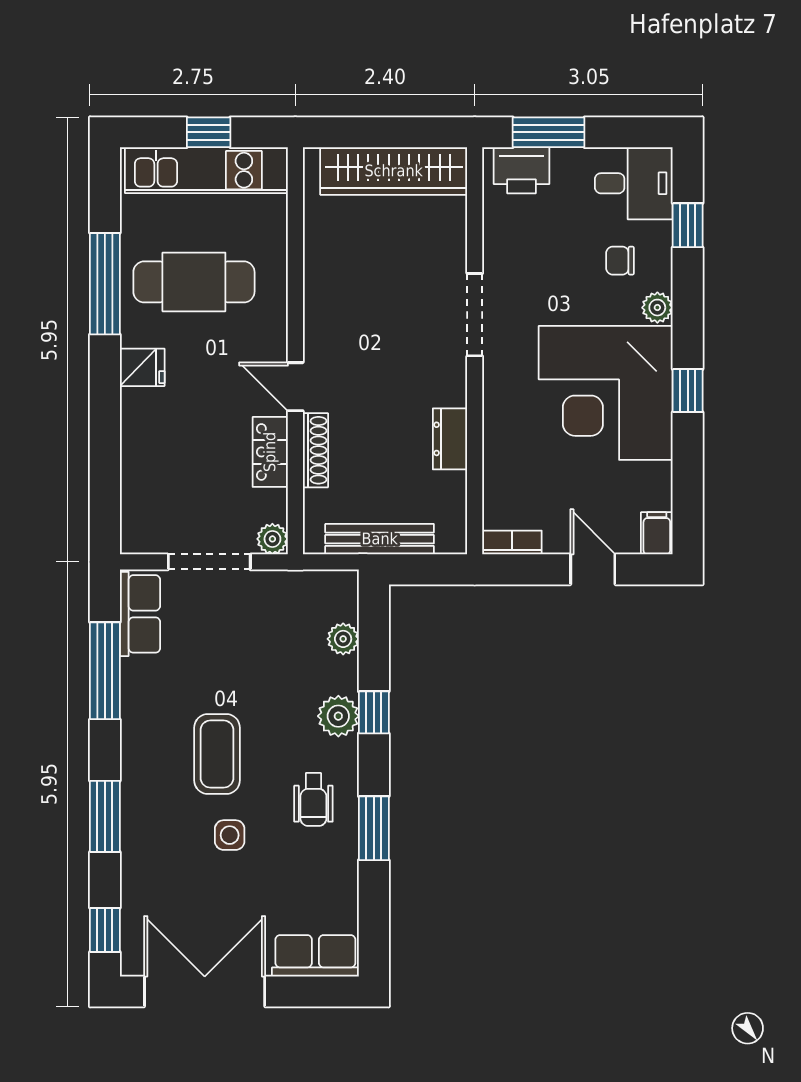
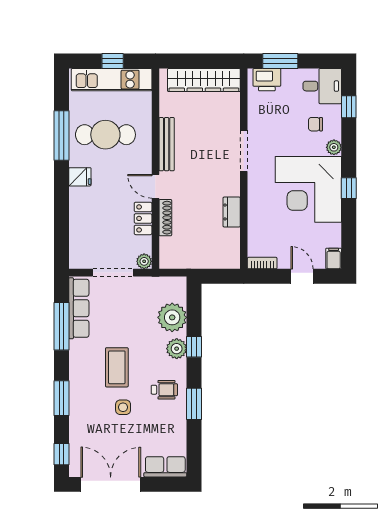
bench: (380, 539) -> (167, 144), moved, turned 90
row of seats: (140, 614) -> (79, 308), width x1.48
plant: (343, 639) -> (172, 317), width x1.87, depth x1.87
wheelchair: (313, 799) -> (164, 390), turned -90

